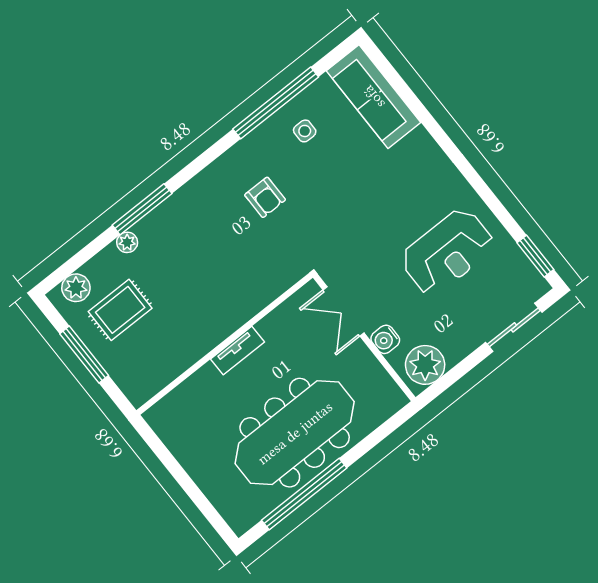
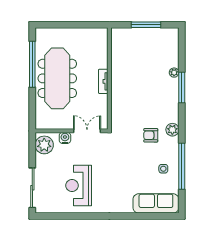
window: (535, 256) -> (52, 216), removed
plant: (76, 288) -> (172, 130), moved
rug: (120, 310) -> (152, 51), removed
sliding door: (514, 327) -> (32, 188), width x1.37

